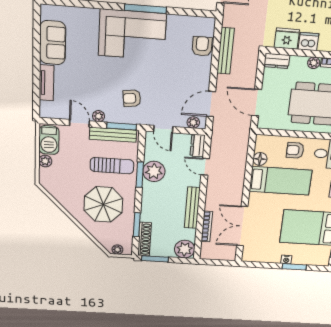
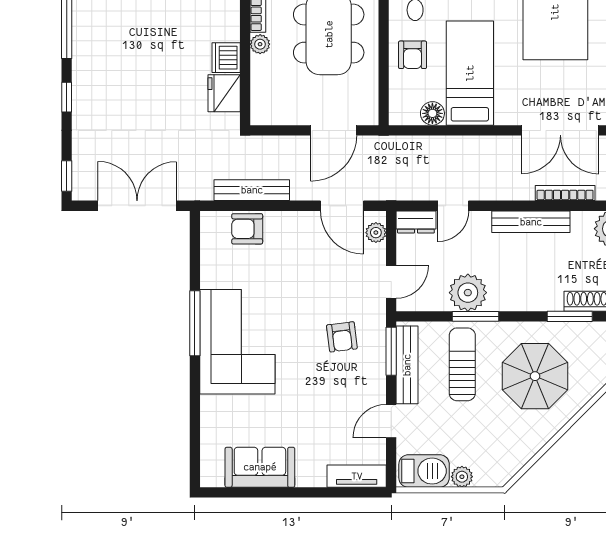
dresser: (277, 61) -> (262, 105), removed
tv unit: (47, 83) -> (357, 476), moved
plant: (99, 116) -> (376, 390), removed

